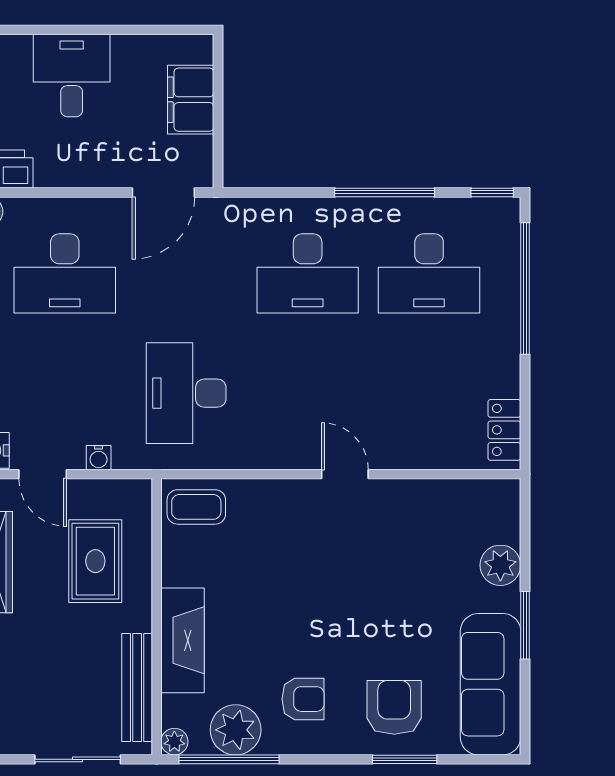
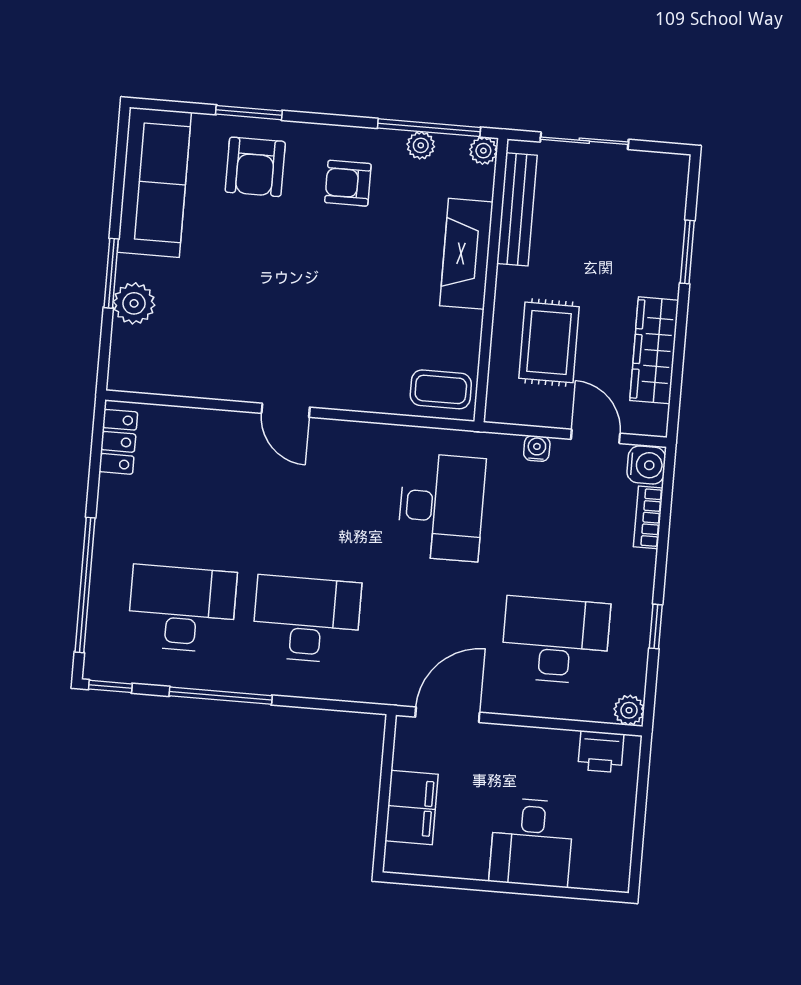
window: (525, 625) -> (111, 273), moved
plant: (236, 730) -> (421, 145), width x0.53, depth x0.53

